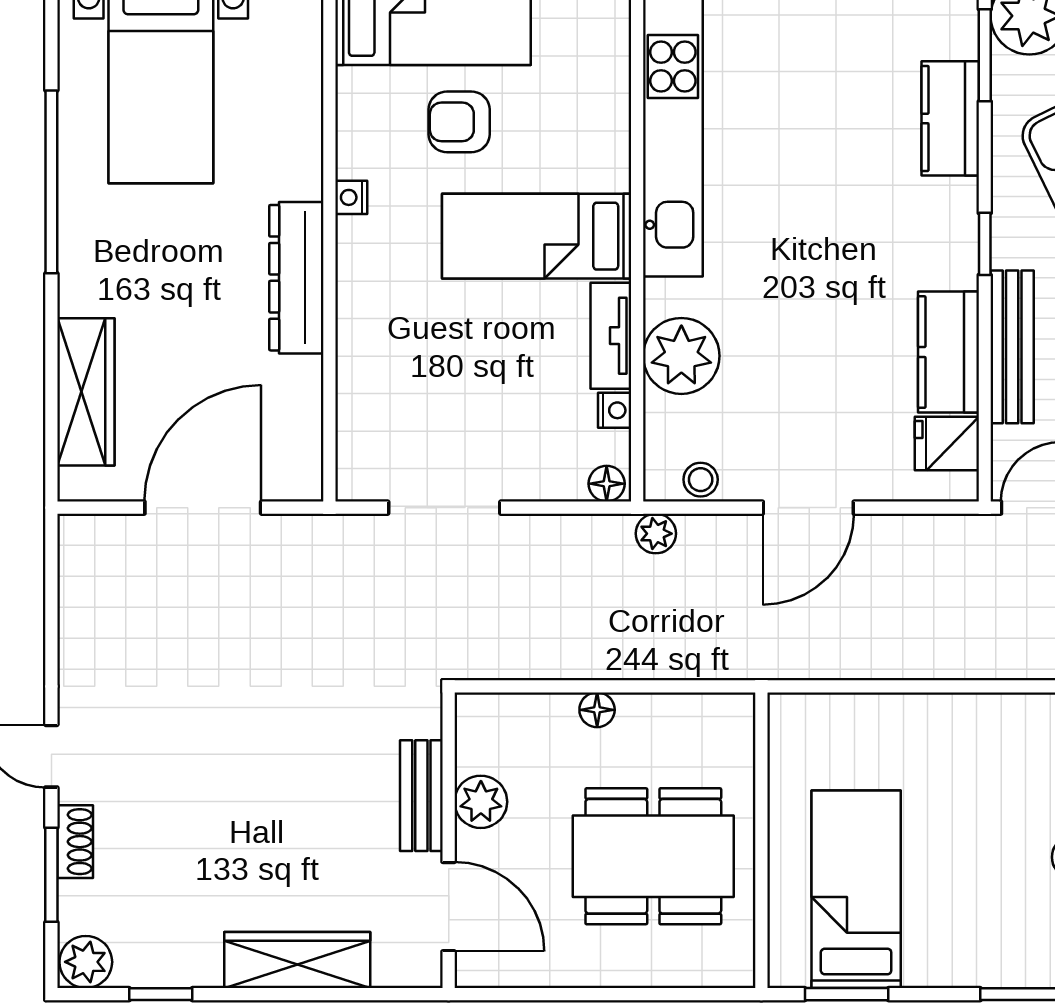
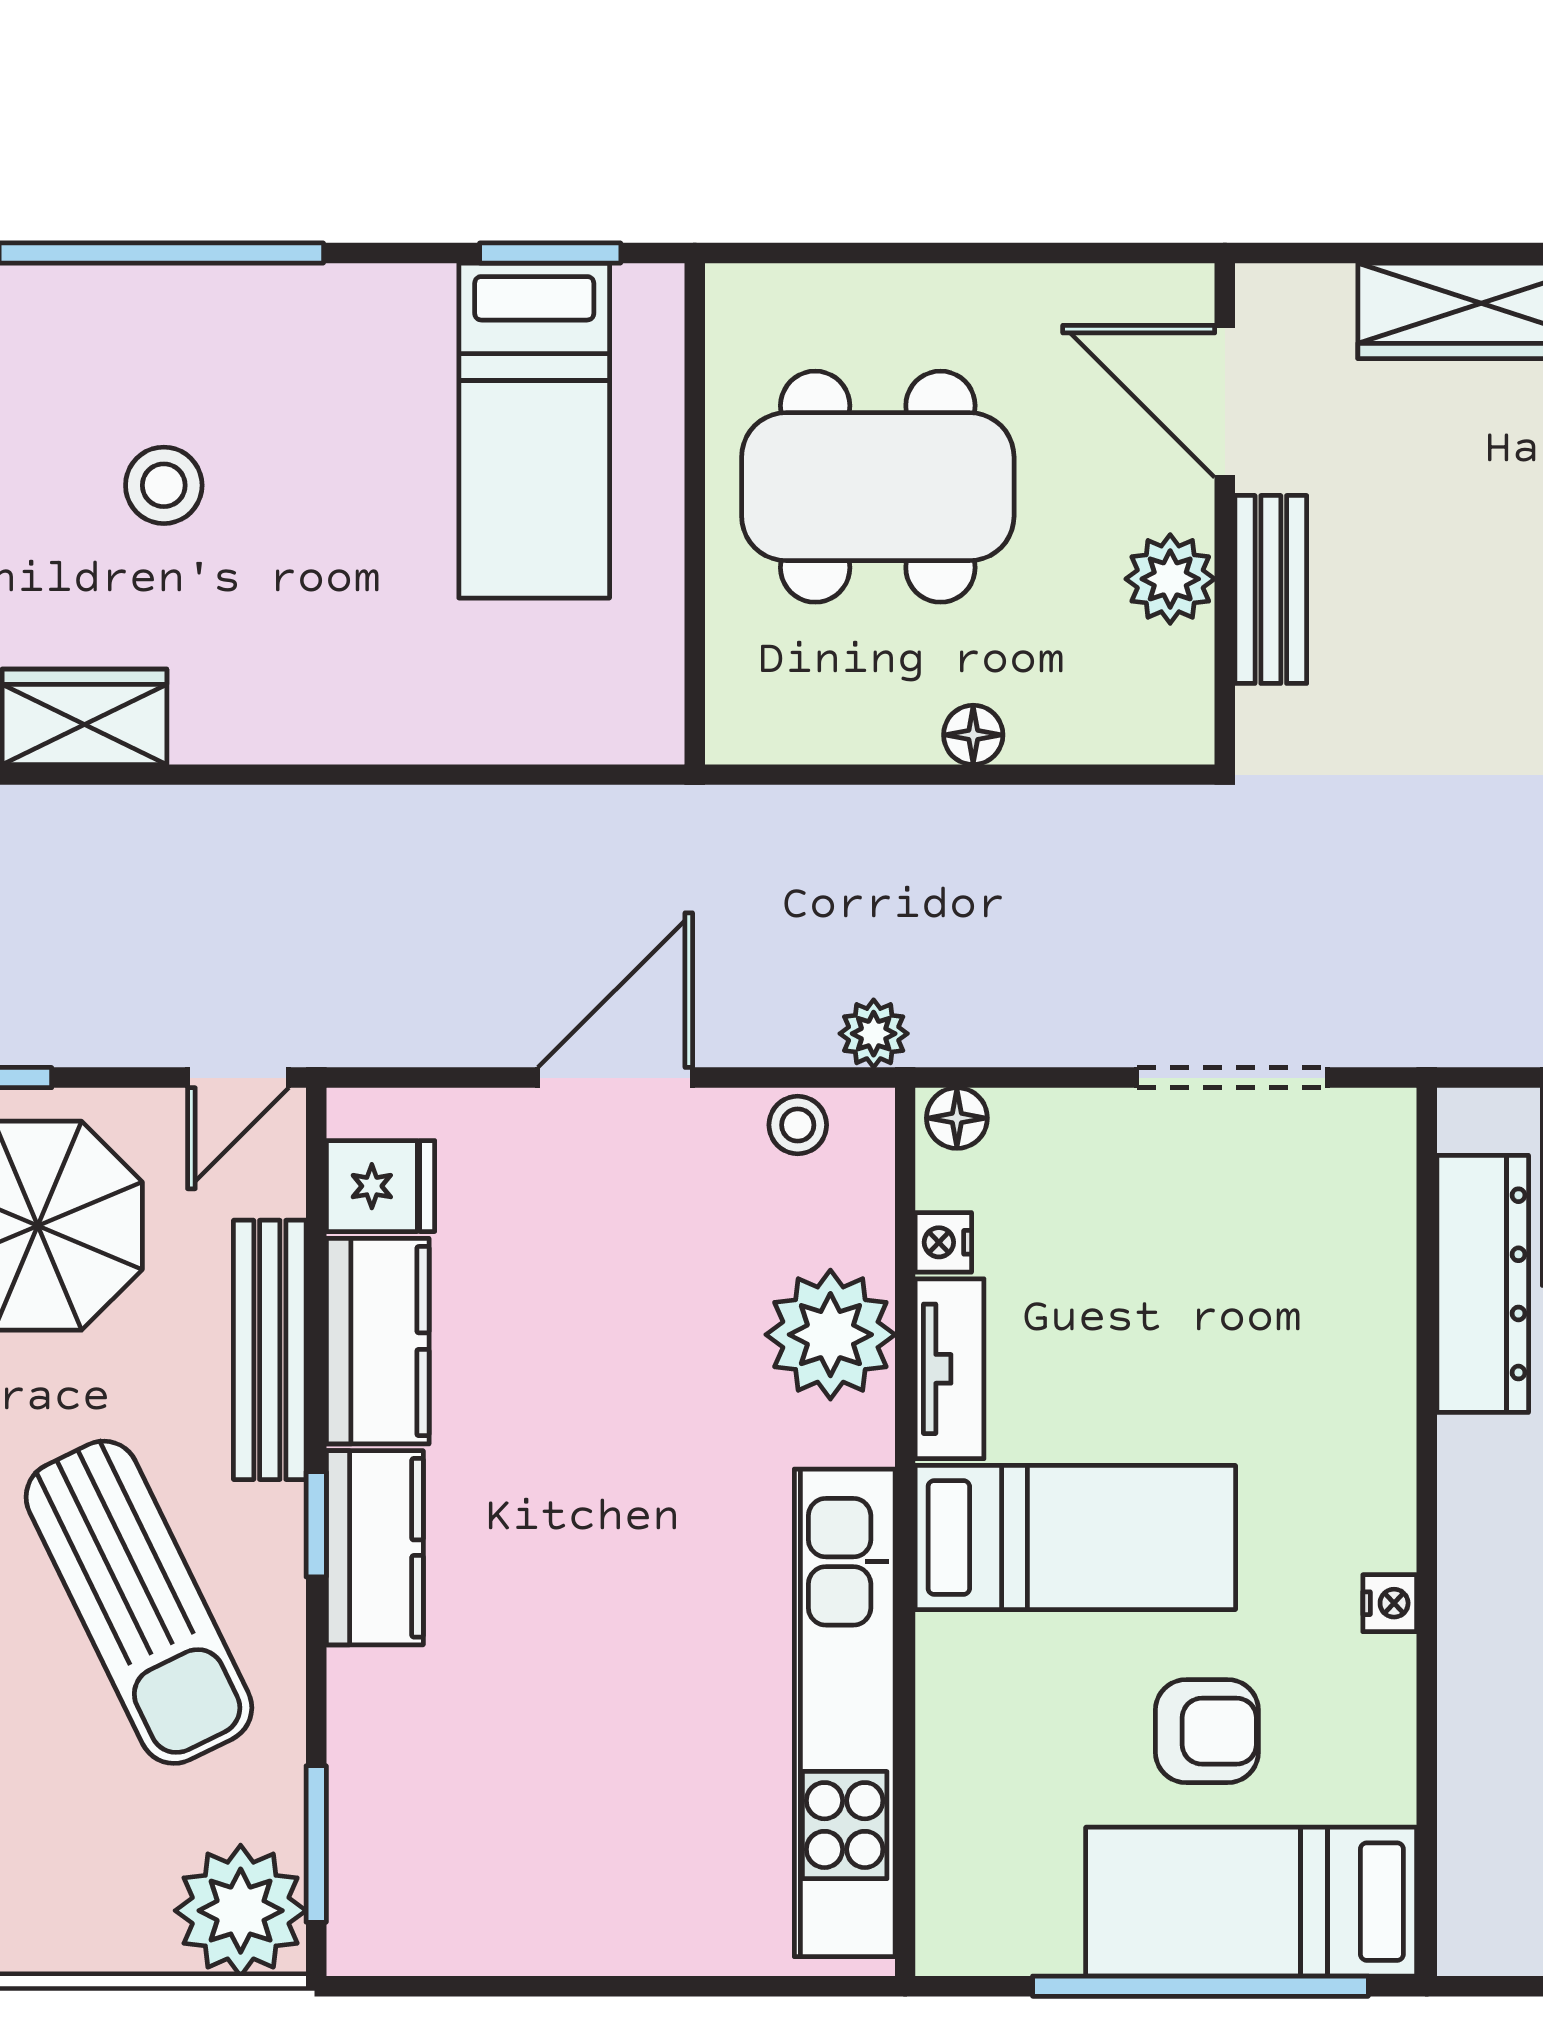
kitchen counter: (950, 118) -> (375, 1548), moved
dresser: (296, 278) -> (1483, 1284), moved

